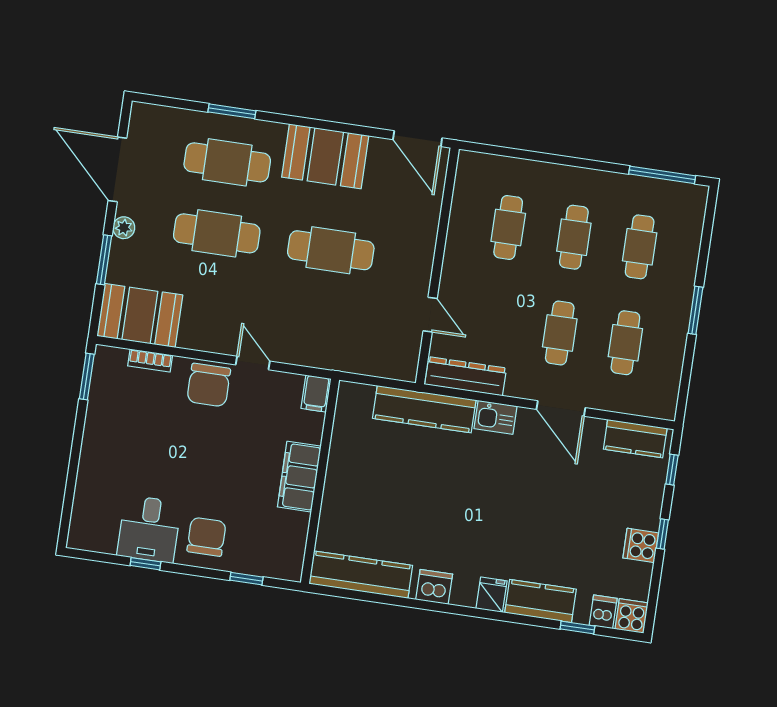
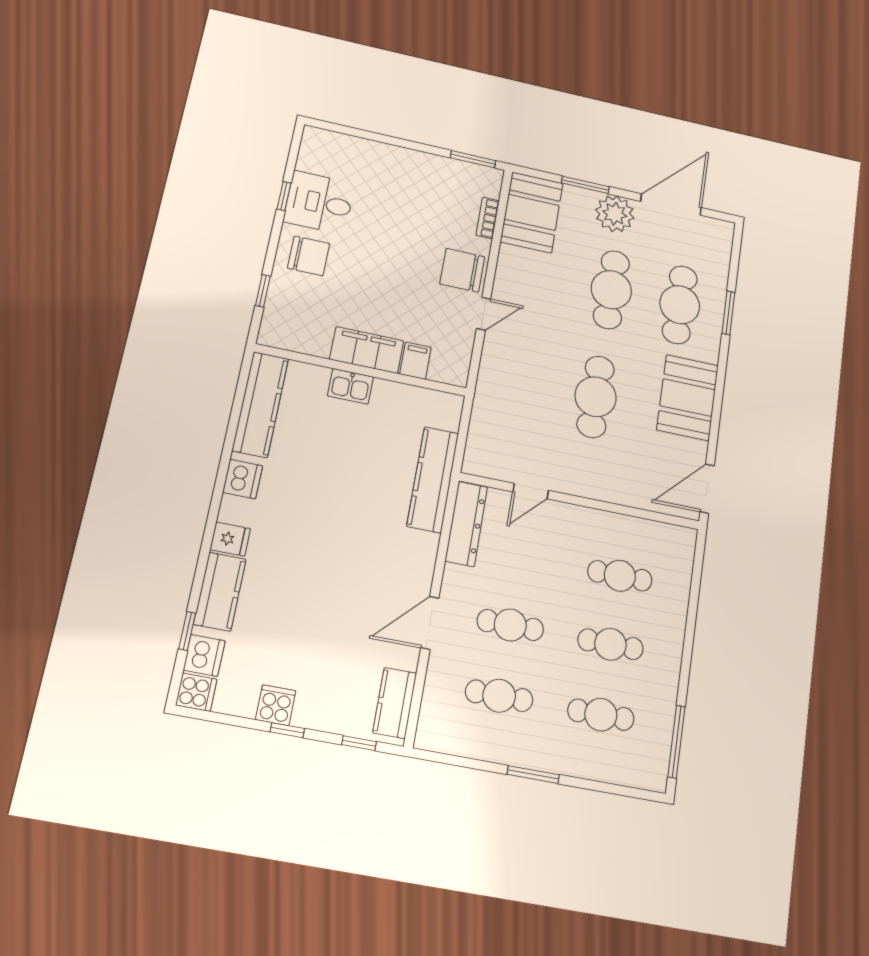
plant: (124, 228) -> (615, 214), width x1.88, depth x1.88
filing cabinet: (316, 394) -> (415, 361), moved, turned 90
kitchen sink: (496, 417) -> (350, 386), moved, turned -90
dishwasher: (603, 612) -> (204, 655), width x1.38

